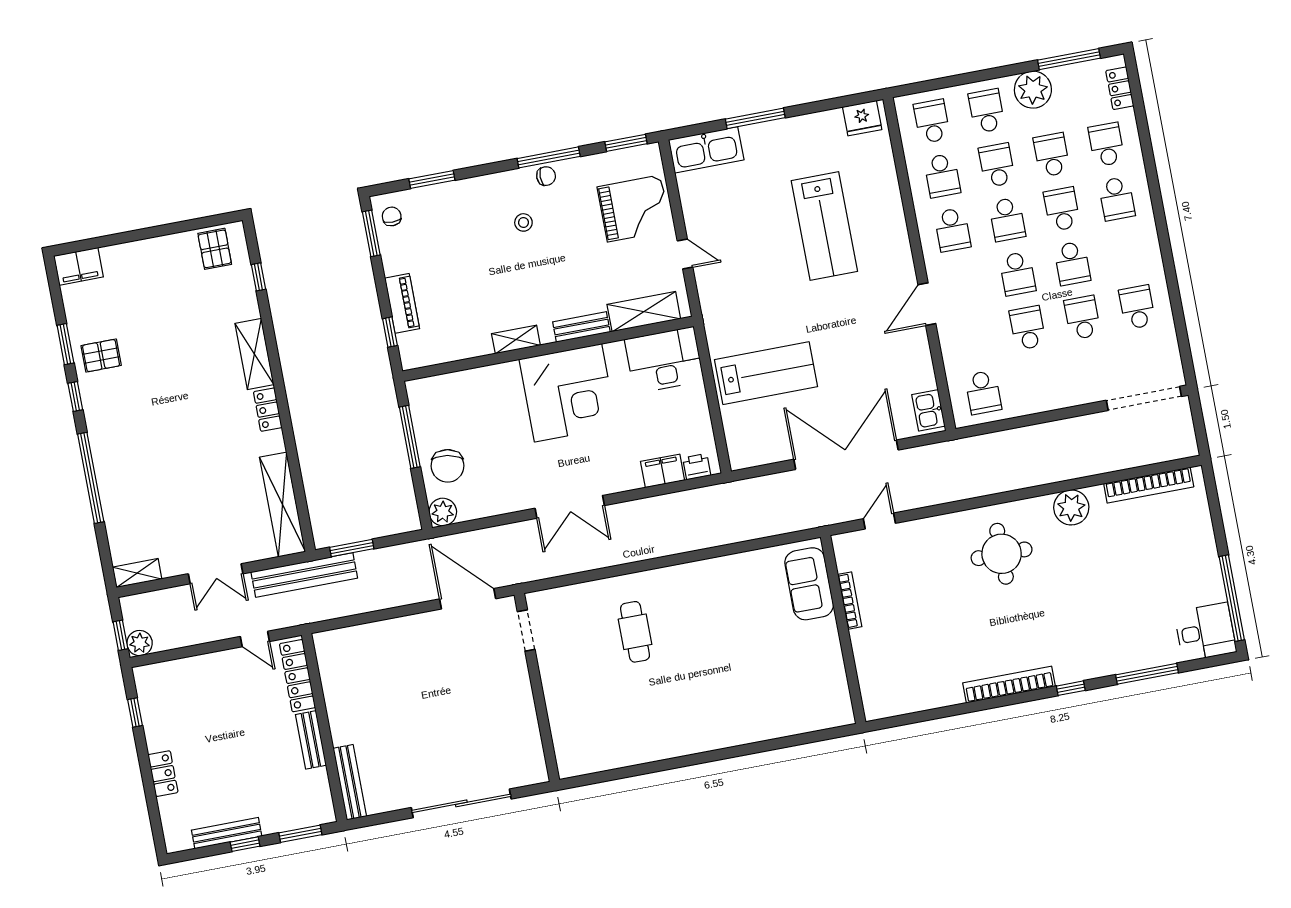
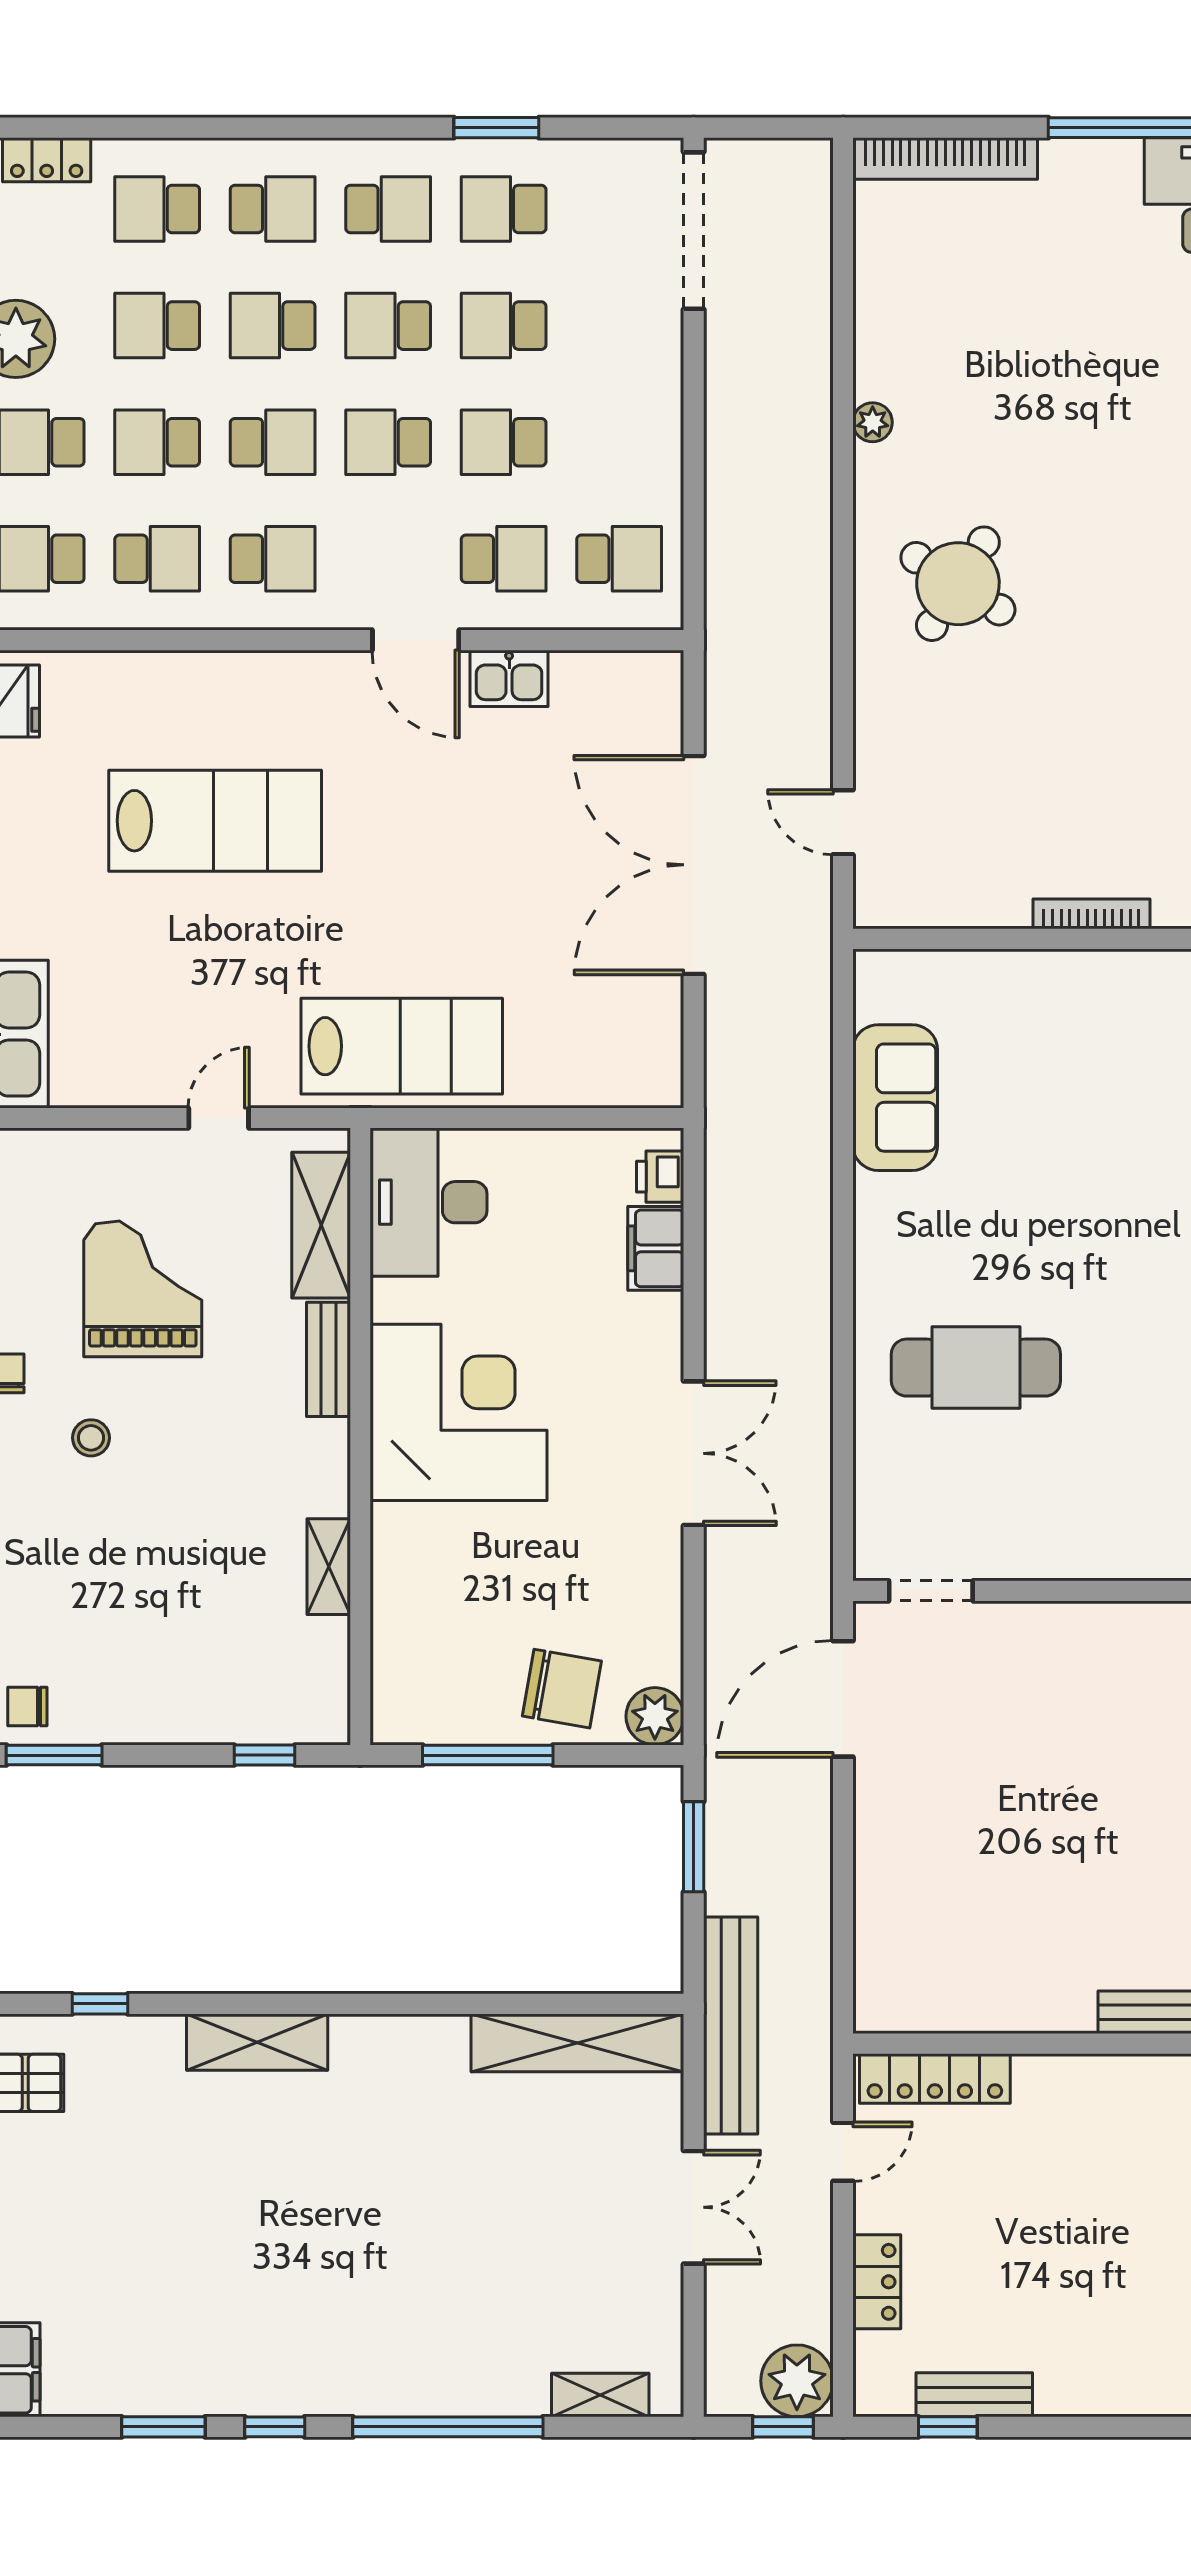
grand piano: (634, 208) -> (143, 1289), moved
school desk: (1127, 253) -> (388, 209), added
school desk: (1072, 263) -> (388, 326), turned 180
school desk: (1017, 274) -> (388, 442), turned 180
window: (1175, 297) -> (496, 128), added
piano: (402, 303) -> (210, 1719), removed
school desk: (973, 338) -> (504, 559), added
shelving: (516, 340) -> (329, 1567), moved
pallet: (101, 356) -> (201, 2358), removed
lab bench: (766, 373) -> (402, 1046), moved, turned 90
locker: (268, 410) -> (376, 2036), removed
kitchen sink: (928, 410) -> (509, 678), moved
bookcase: (1149, 485) -> (945, 158), moved, turned 90
plant: (1071, 507) -> (873, 422), width x0.53, depth x0.53
window: (352, 548) -> (694, 1847), moved
round table: (1002, 554) -> (958, 584), turned 32
shelving: (137, 573) -> (600, 2395), moved, turned 90
sofa: (809, 584) -> (895, 1098), moved, turned -90
bookcase: (850, 601) -> (1091, 914), moved
cafe table: (635, 632) -> (976, 1368), width x1.37, depth x1.35
plant: (140, 643) -> (797, 2381), width x1.36, depth x1.36
bench: (311, 740) -> (974, 2395), moved
locker: (163, 774) -> (877, 2282), moved, turned 90

